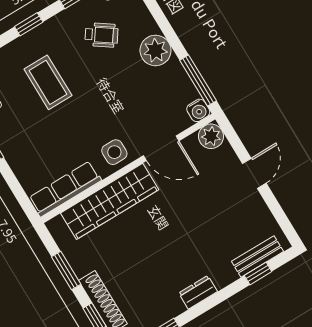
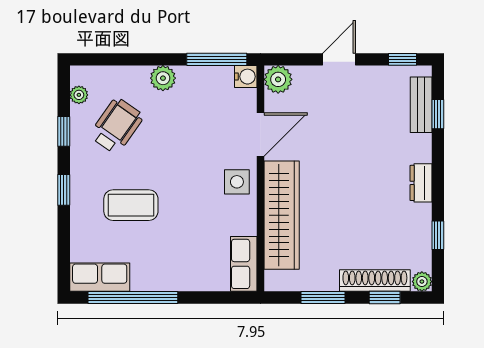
wheelchair: (101, 35) -> (117, 126), width x1.36, depth x1.37
plant: (156, 50) -> (163, 78), width x0.73, depth x0.73
door: (254, 173) -> (339, 59), hinge flipped
row of seats: (65, 189) -> (244, 264), width x0.68
window: (283, 221) -> (402, 59), added

